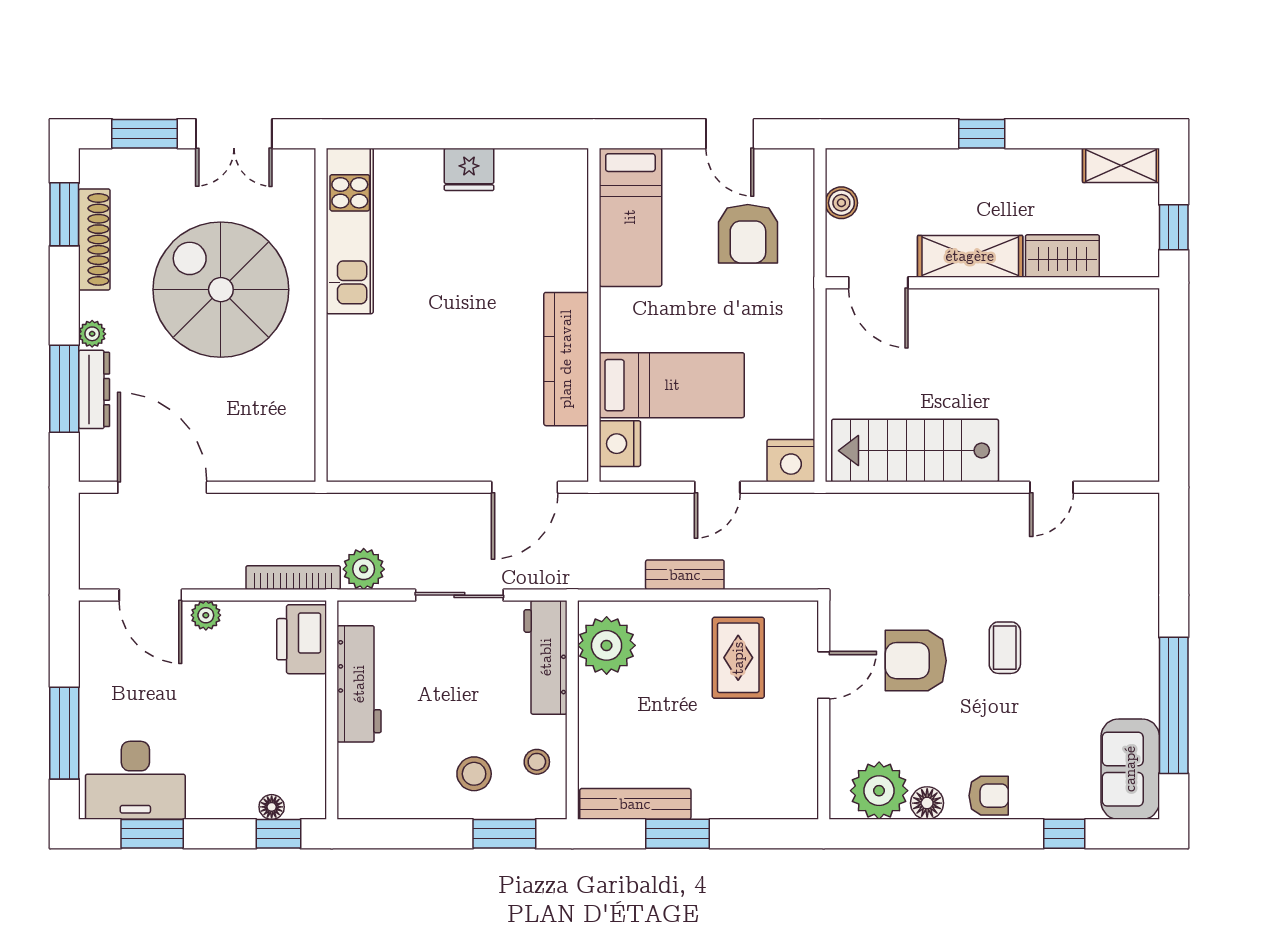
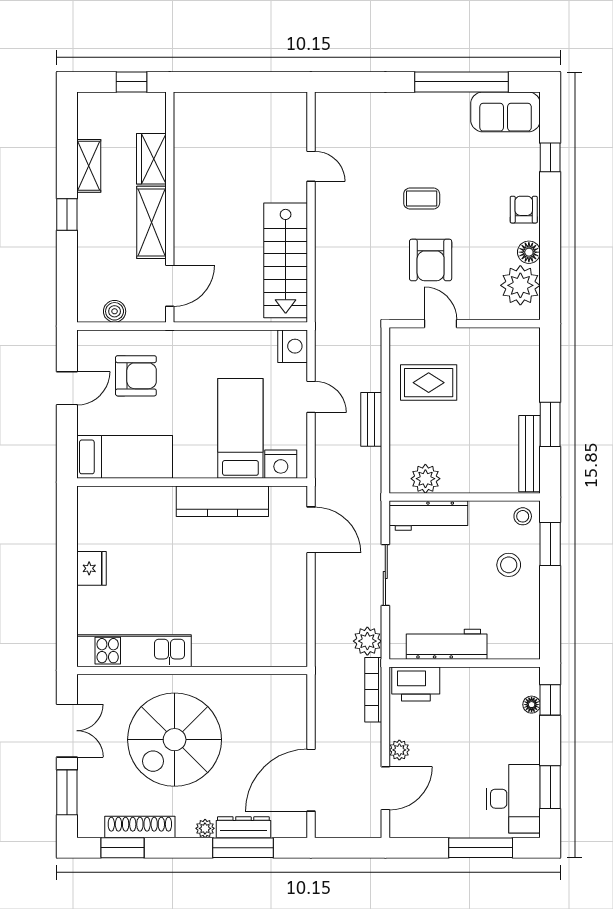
shelving: (1121, 165) -> (89, 166), moved
plant: (607, 645) -> (425, 479), width x0.73, depth x0.73
stool: (537, 762) -> (523, 516), moved

